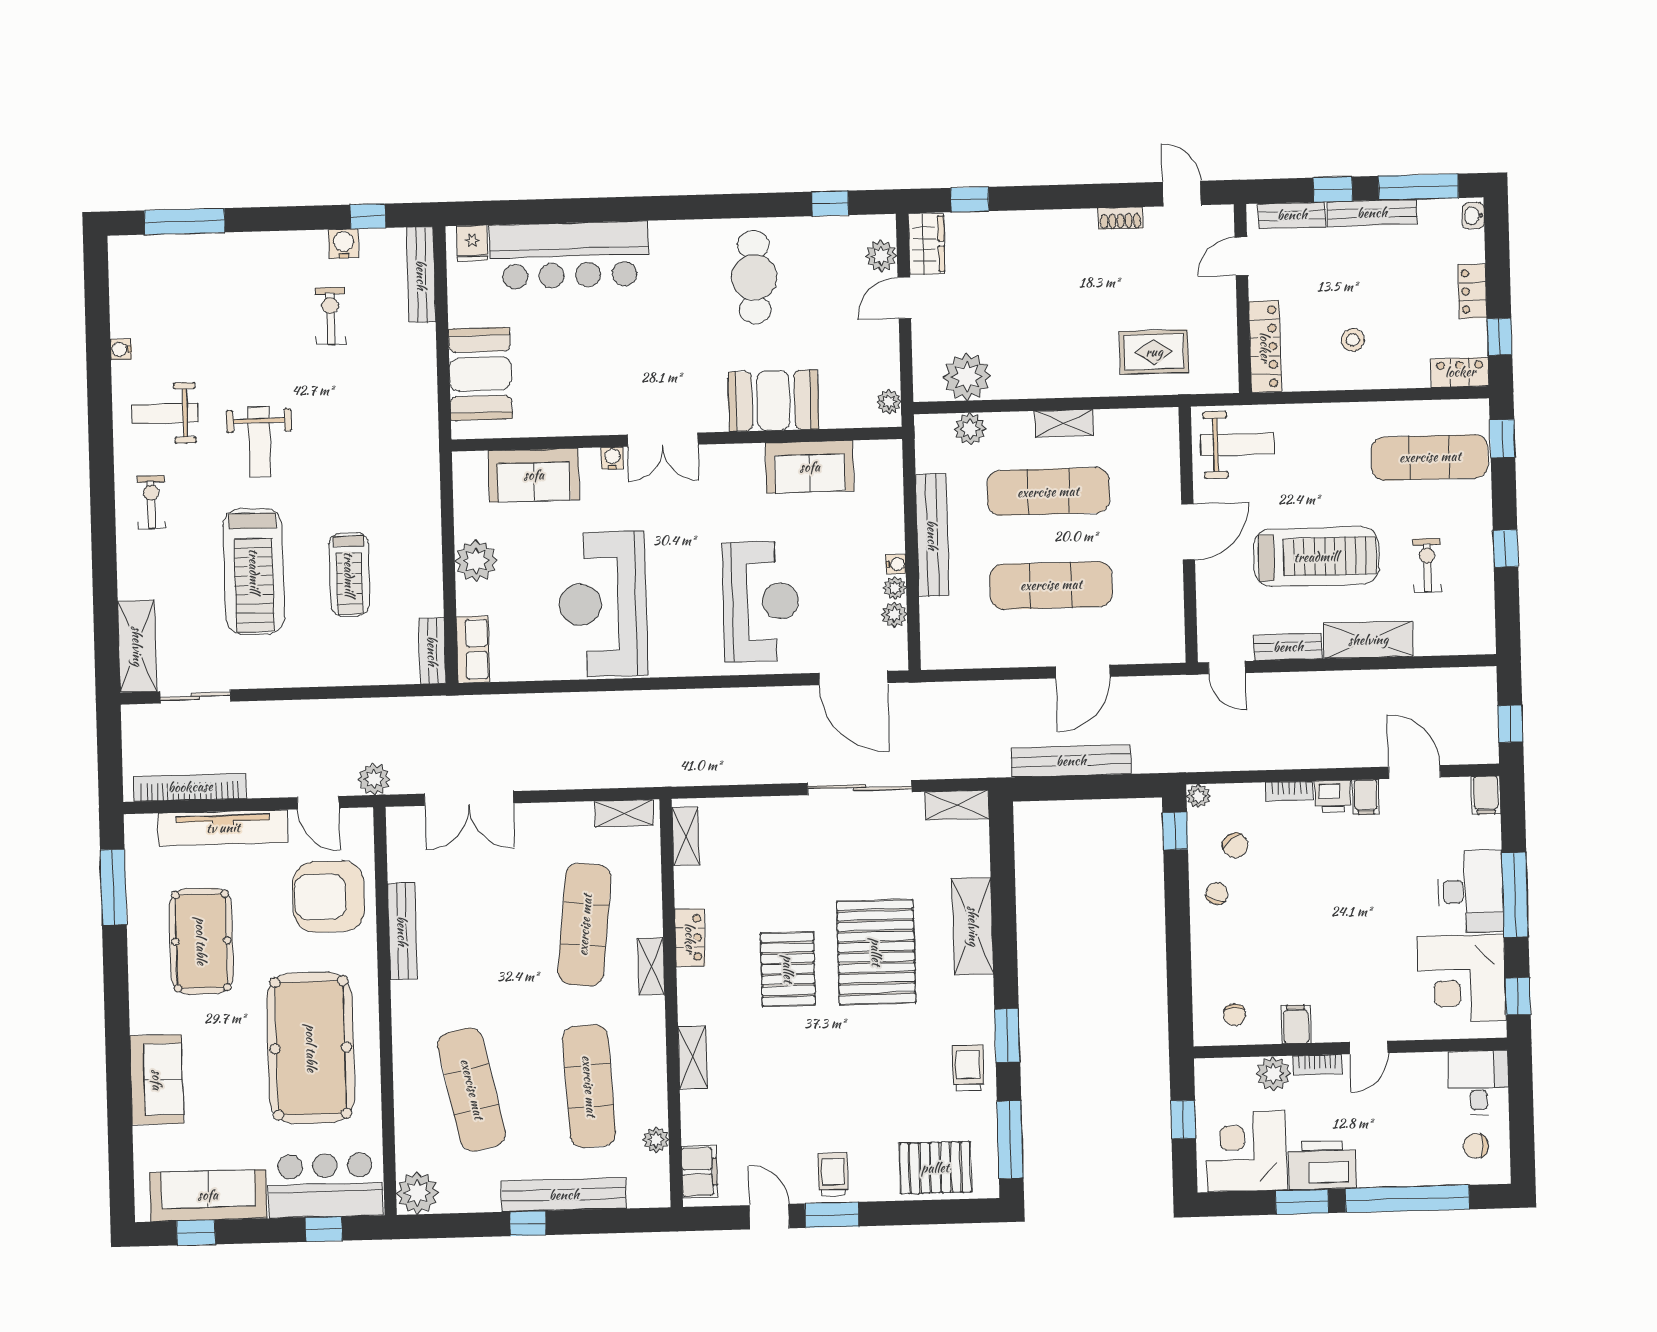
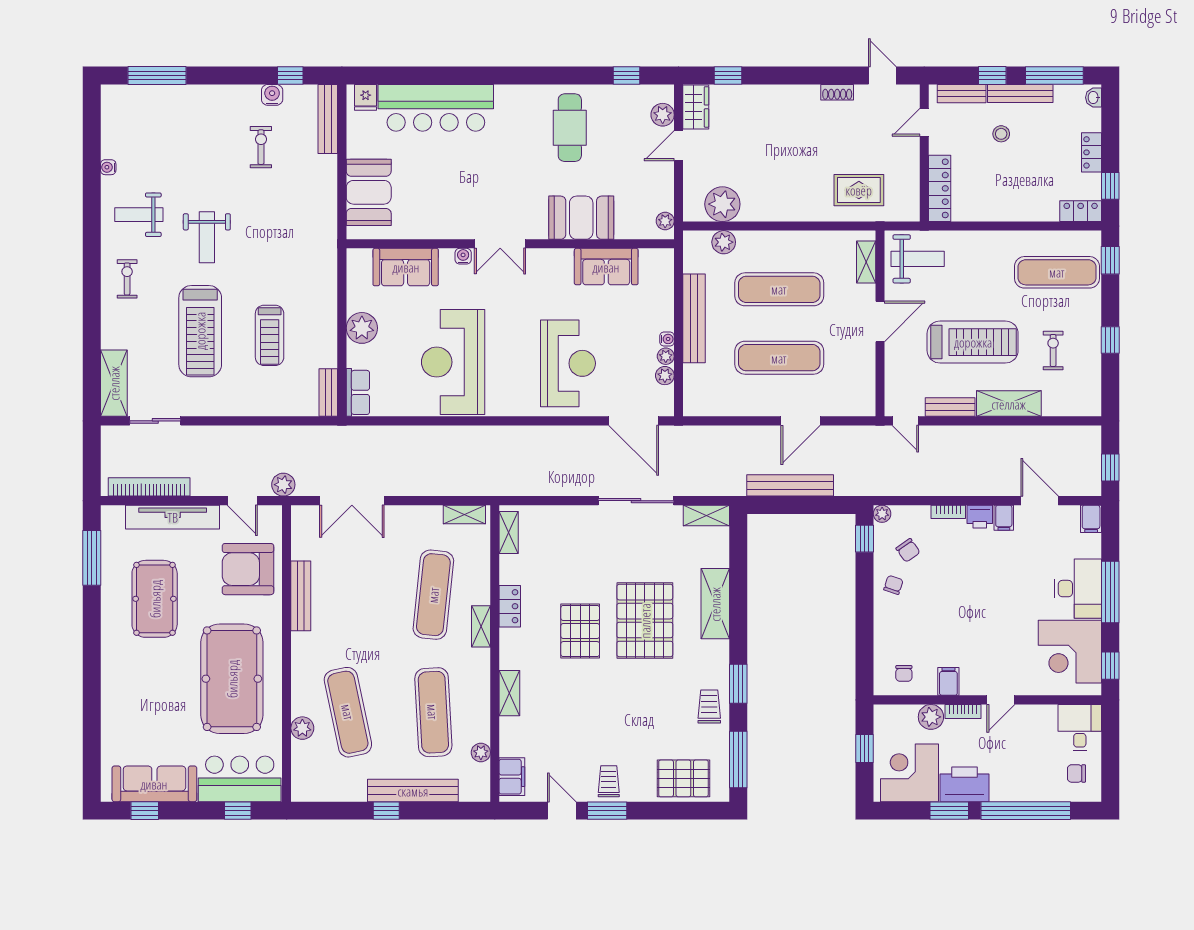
stool: (1353, 340) -> (1001, 134), moved
shelving: (1064, 423) -> (866, 262), moved, turned 90
sofa: (157, 1080) -> (119, 699), removed
plant: (417, 1193) -> (302, 728), moved, width x0.73, depth x0.73

